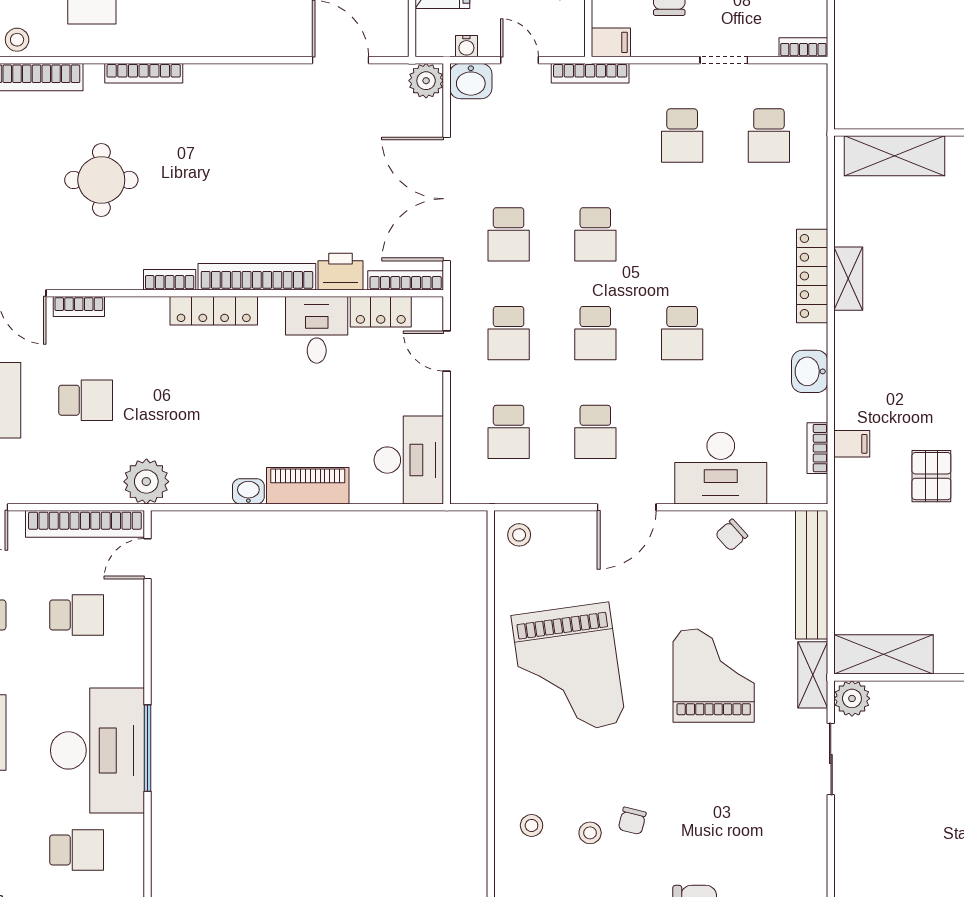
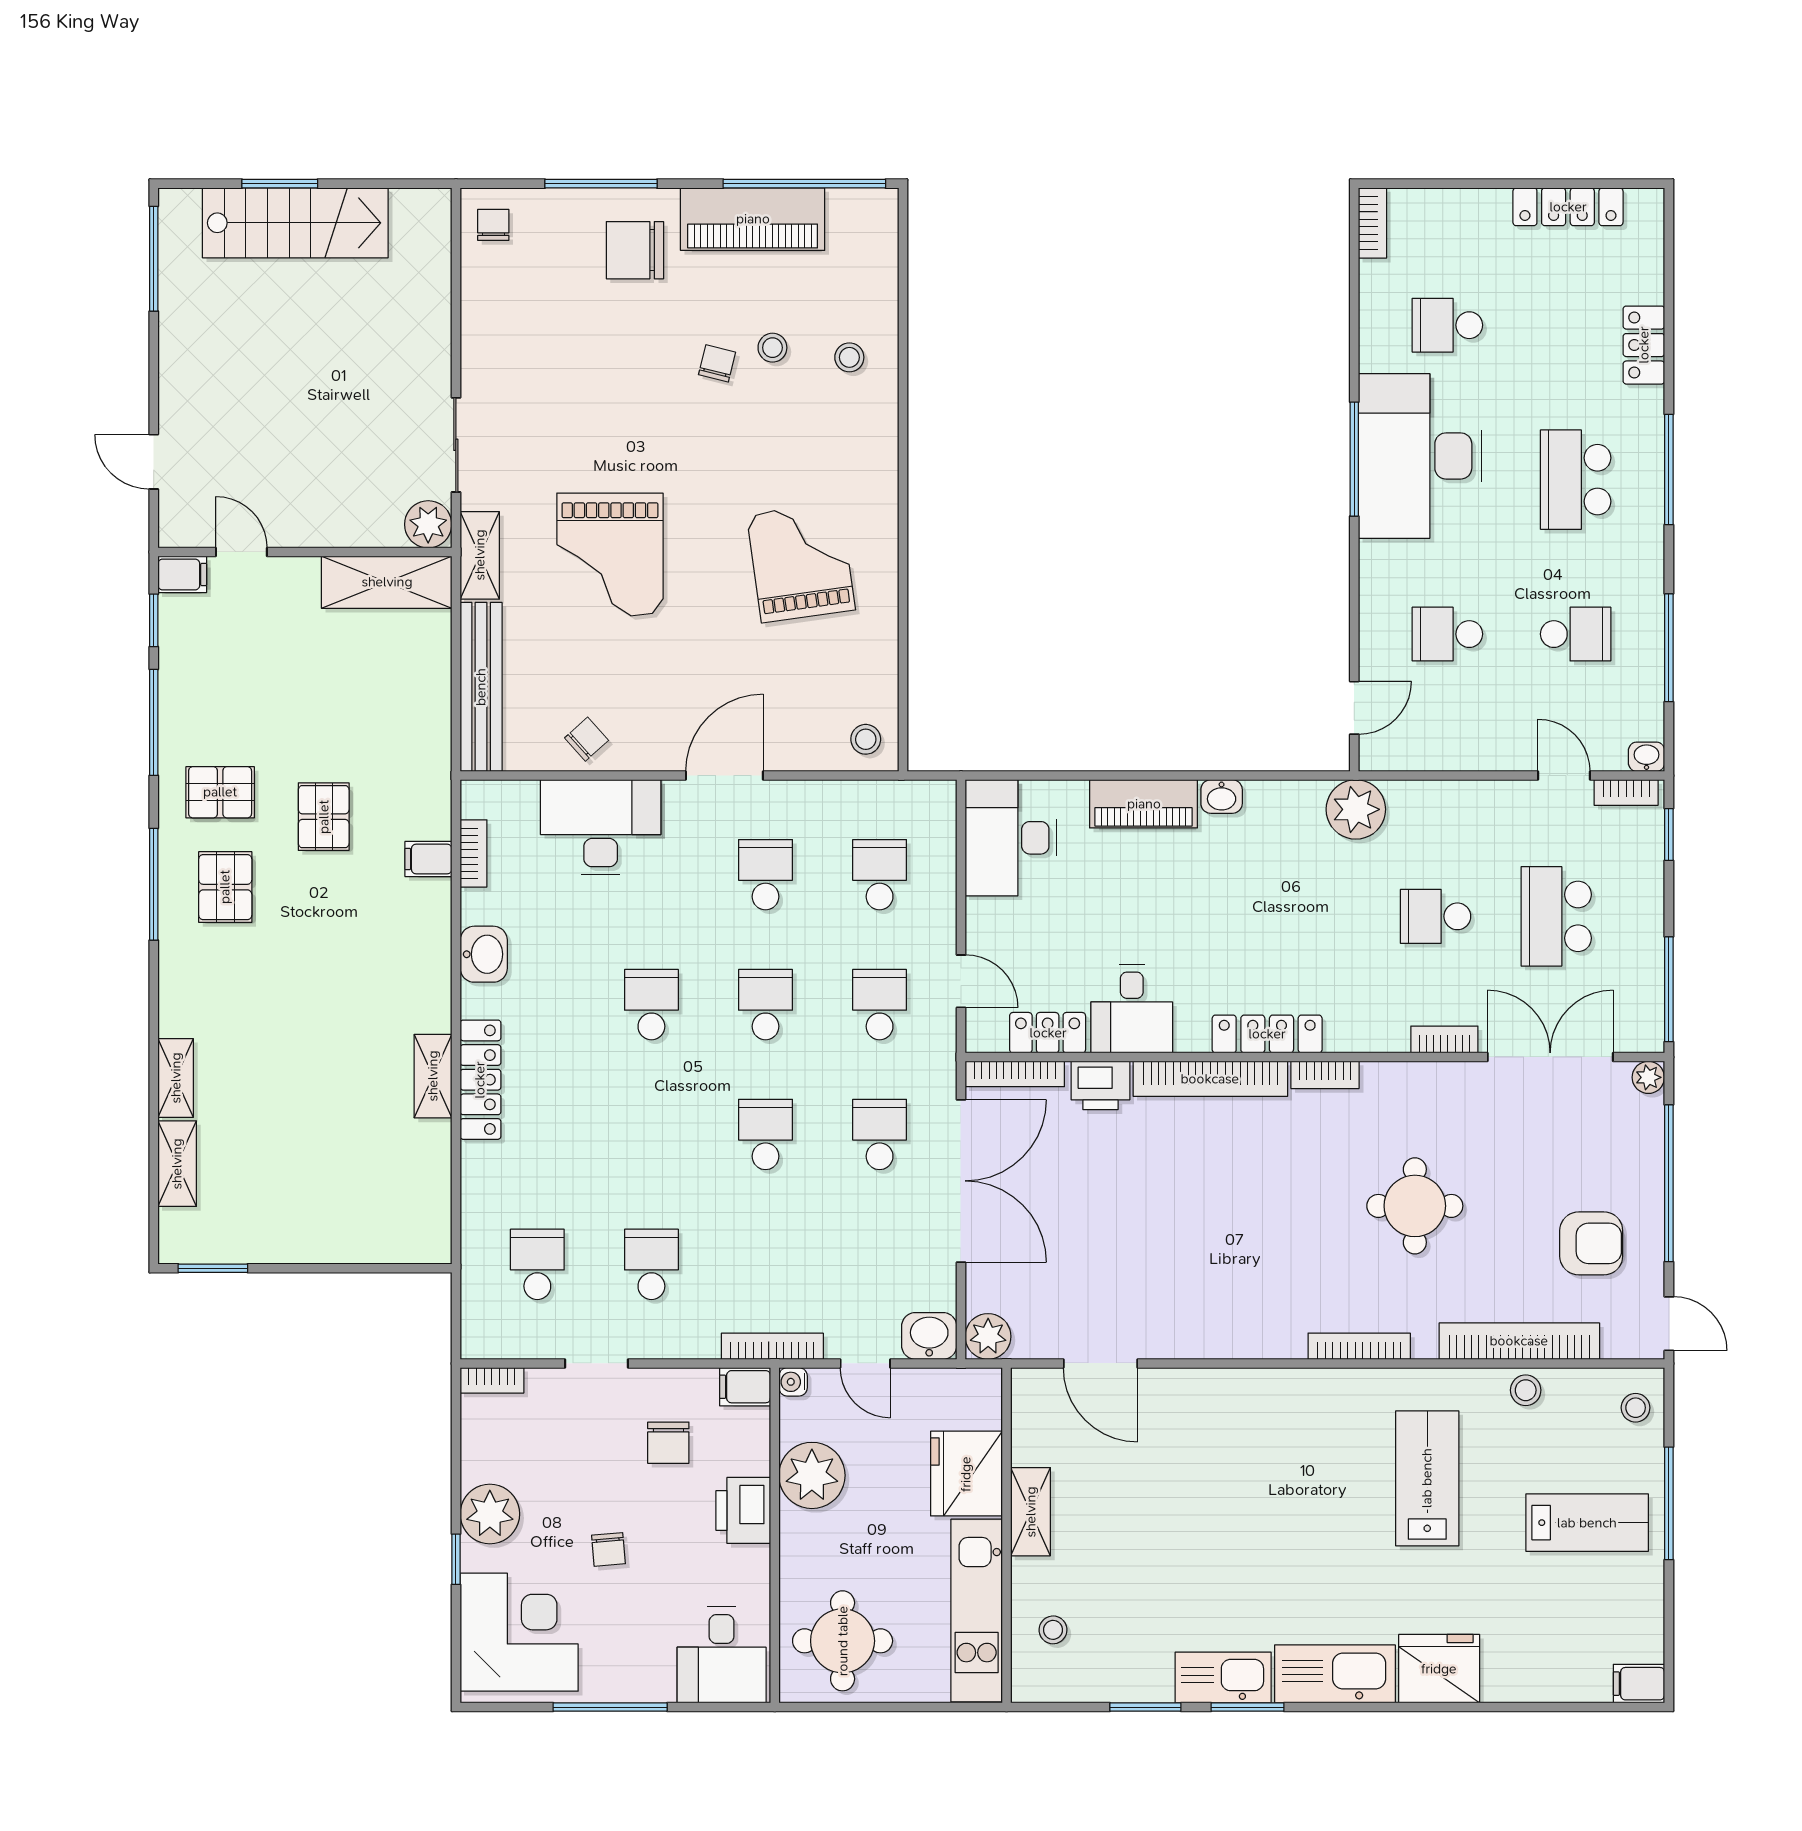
water cooler: (466, 46) -> (793, 1382), moved, turned -90
shelving: (895, 156) -> (372, 1238), removed
bookcase: (85, 524) -> (1436, 754), removed
grand piano: (568, 670) -> (801, 562), width x0.73, depth x0.68

